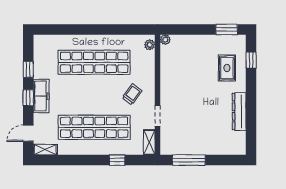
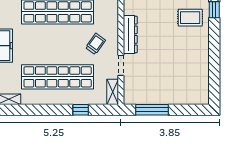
rug: (227, 68) -> (190, 18), turned 90
dresser: (239, 112) -> (130, 35), moved, turned 180

